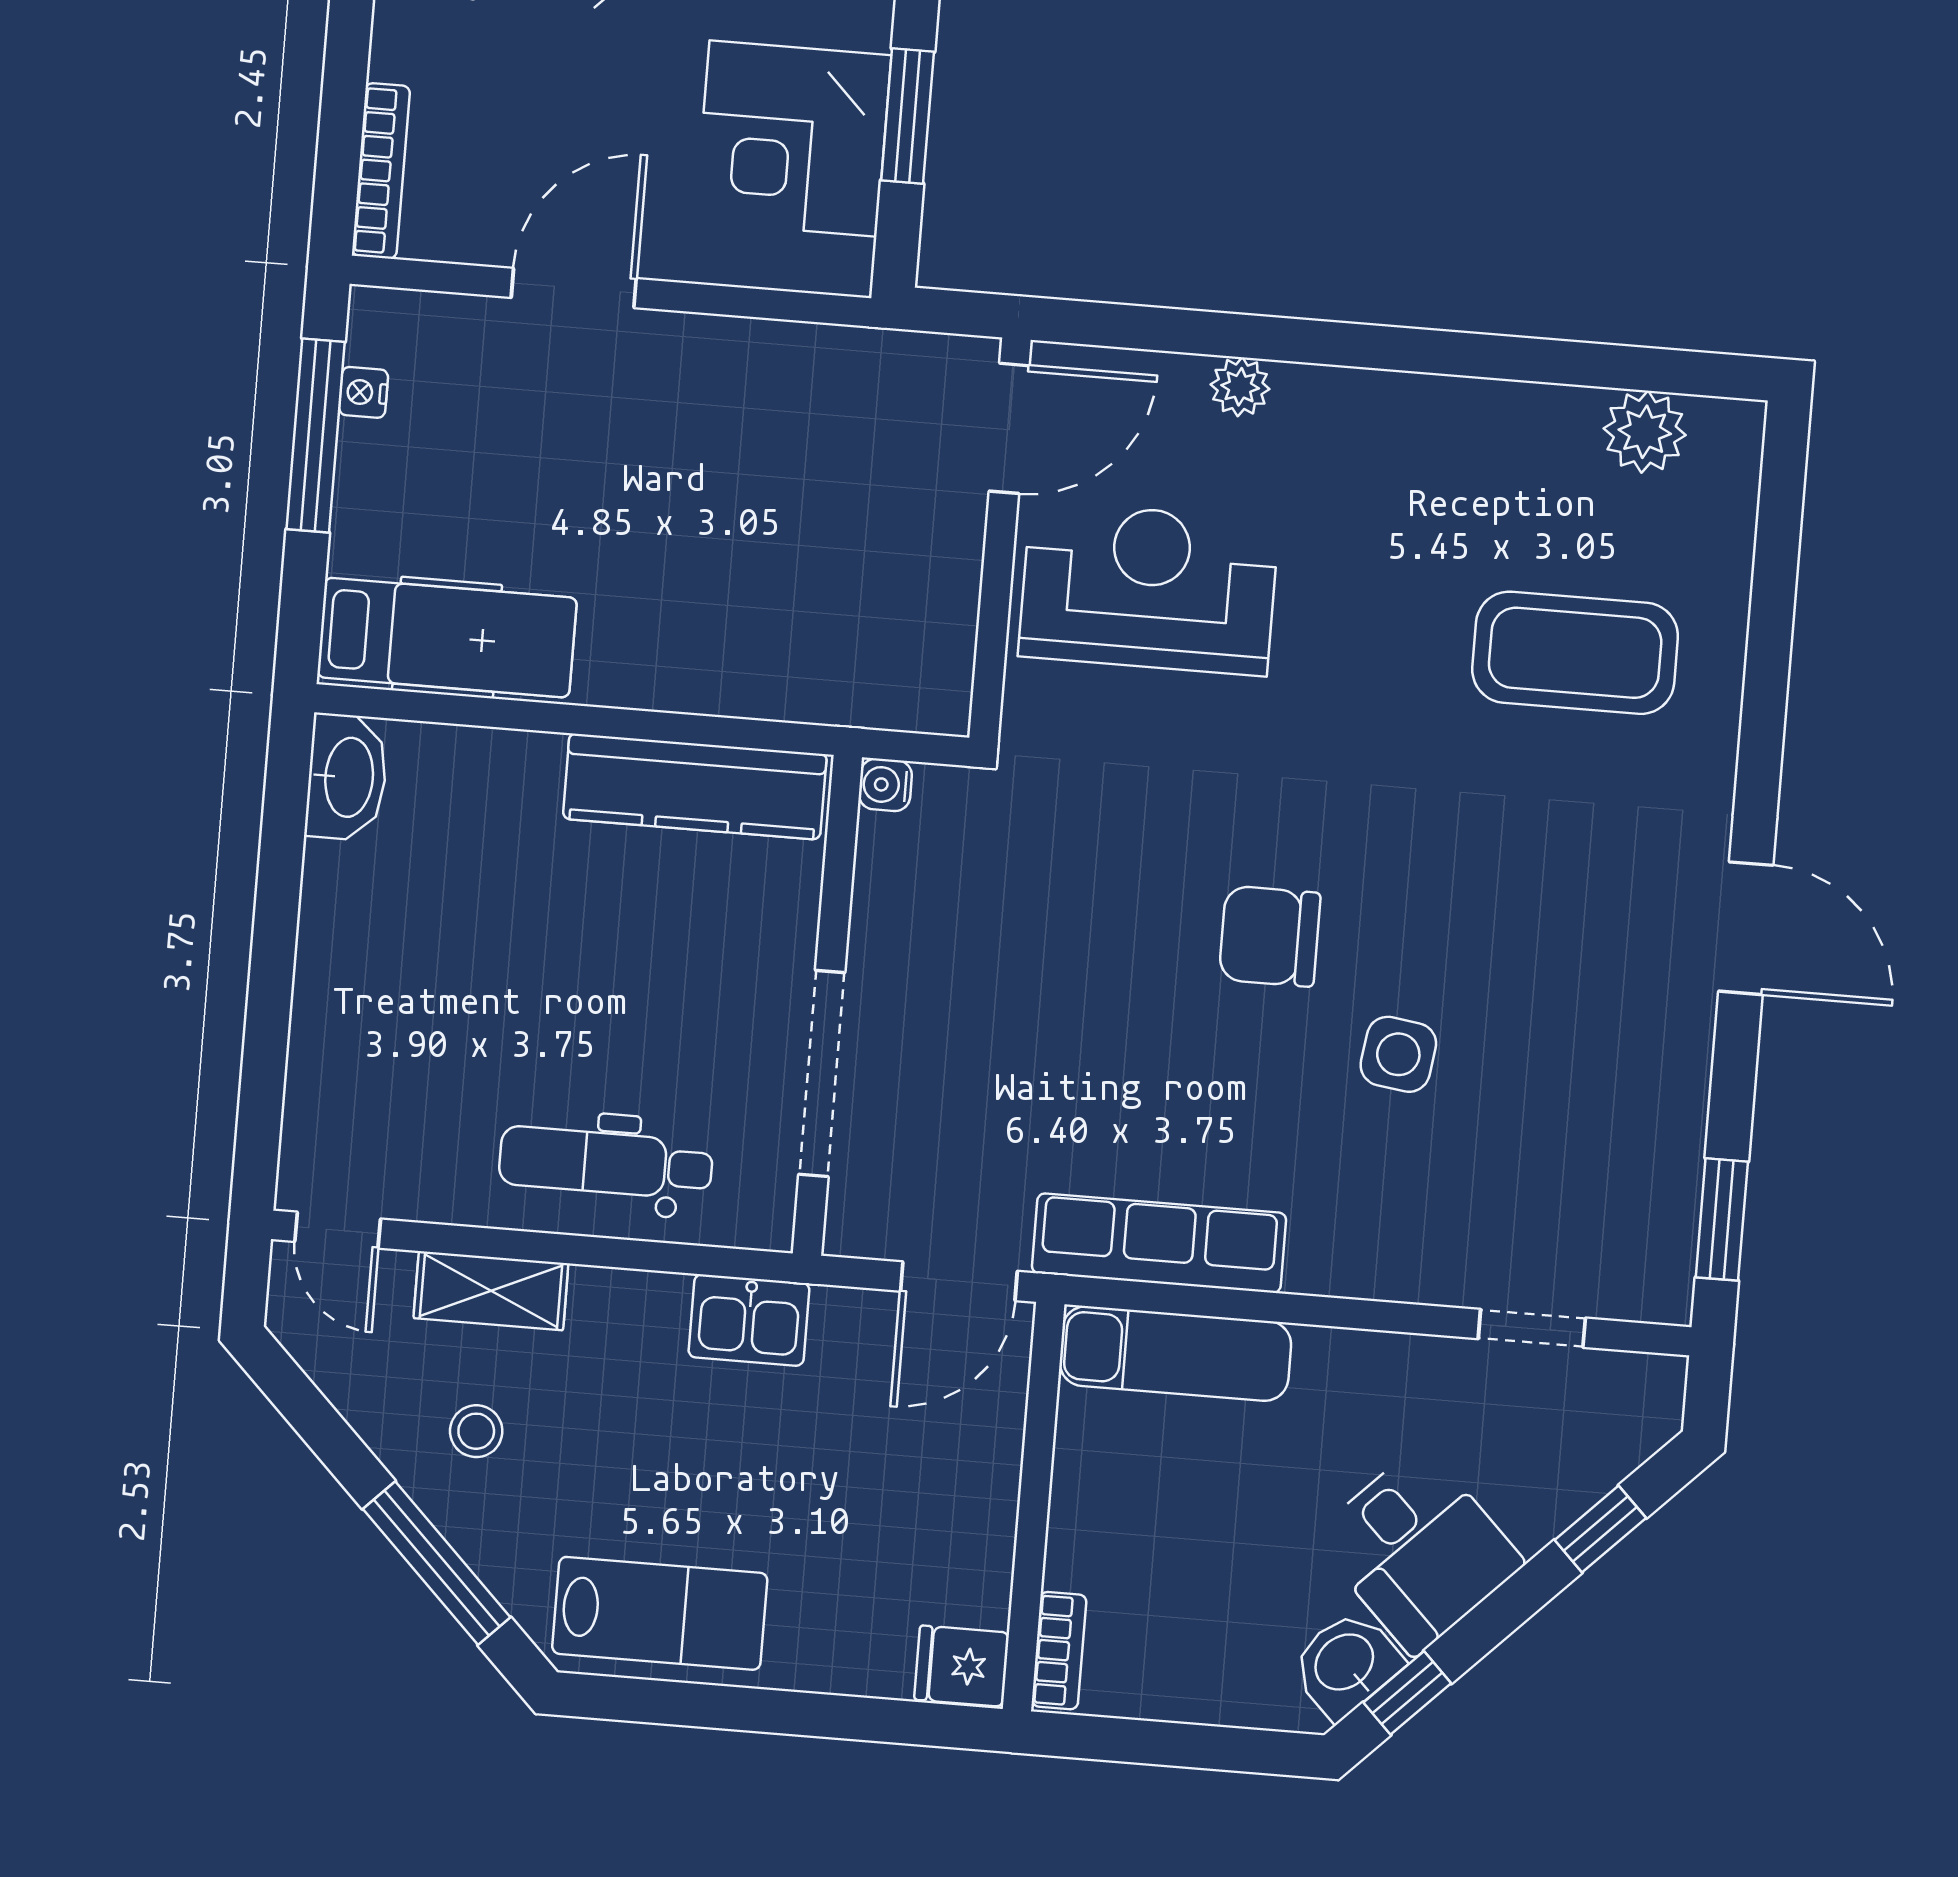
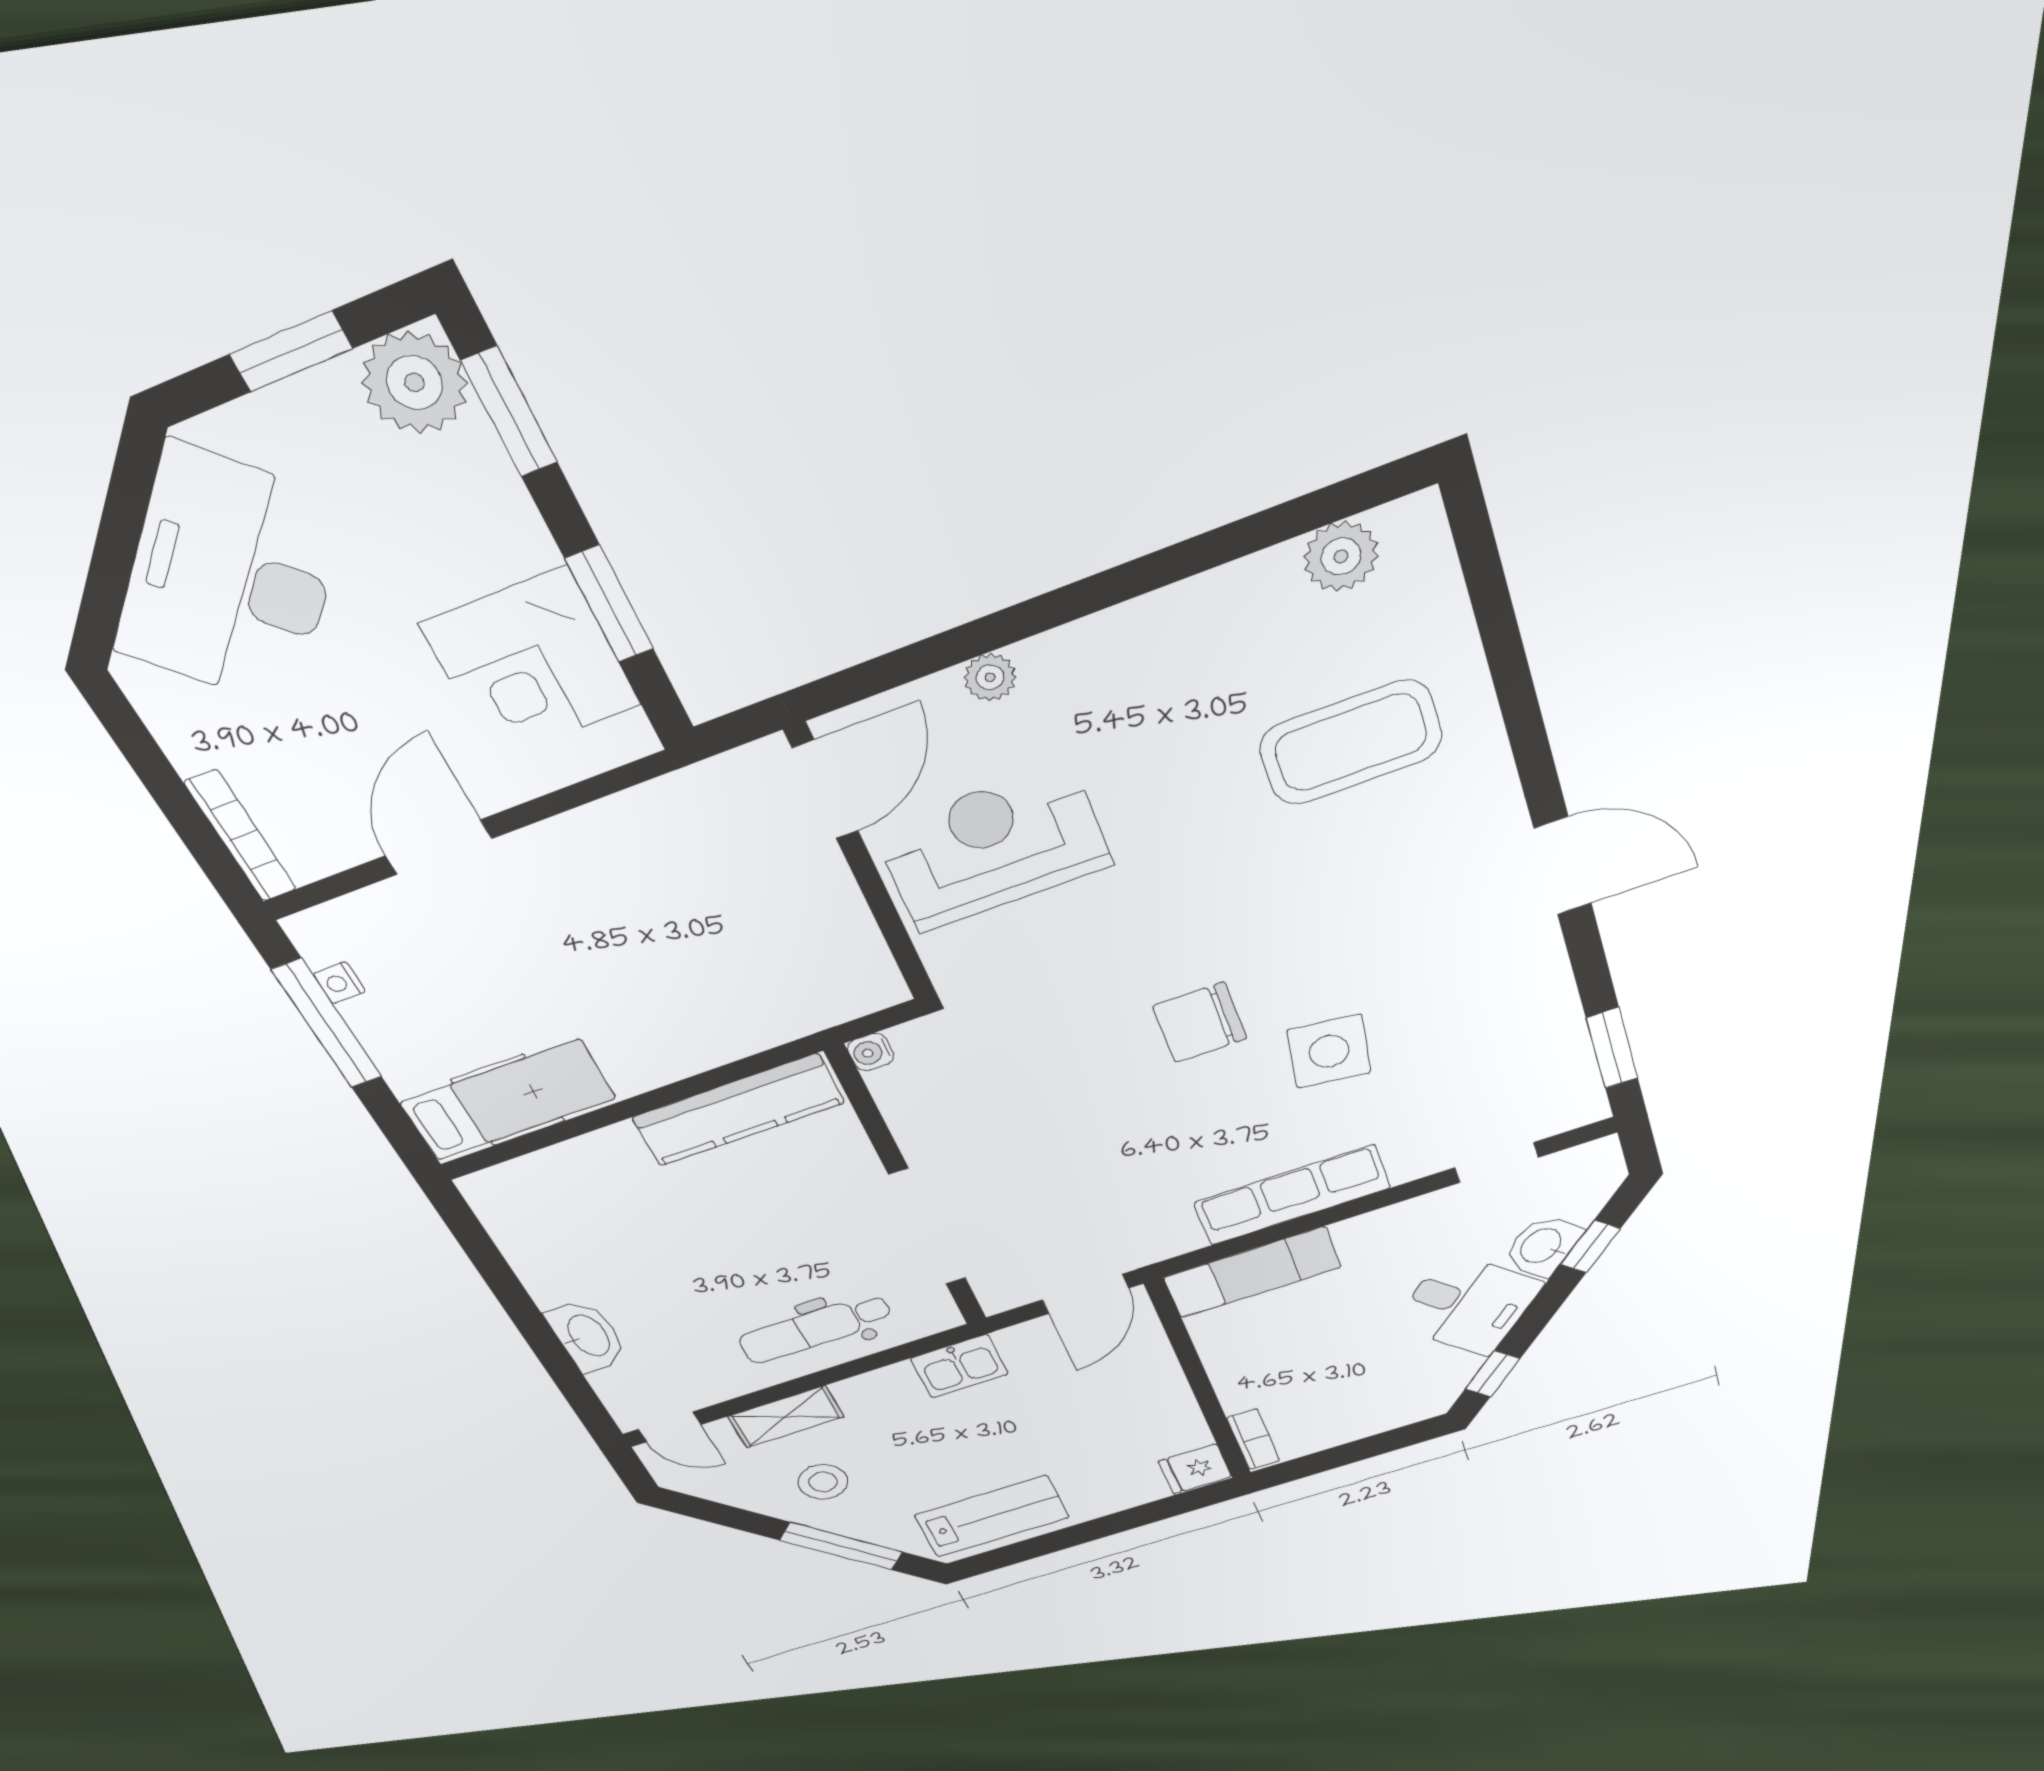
washbasin: (347, 777) -> (587, 1336), moved
side table: (1398, 1054) -> (1329, 1051), width x1.37, depth x1.37
row of seats: (1159, 1243) -> (1292, 1195), moved
stool: (476, 1431) -> (823, 1482), width x1.37, depth x1.37
washbasin: (1346, 1664) -> (1542, 1246), moved

